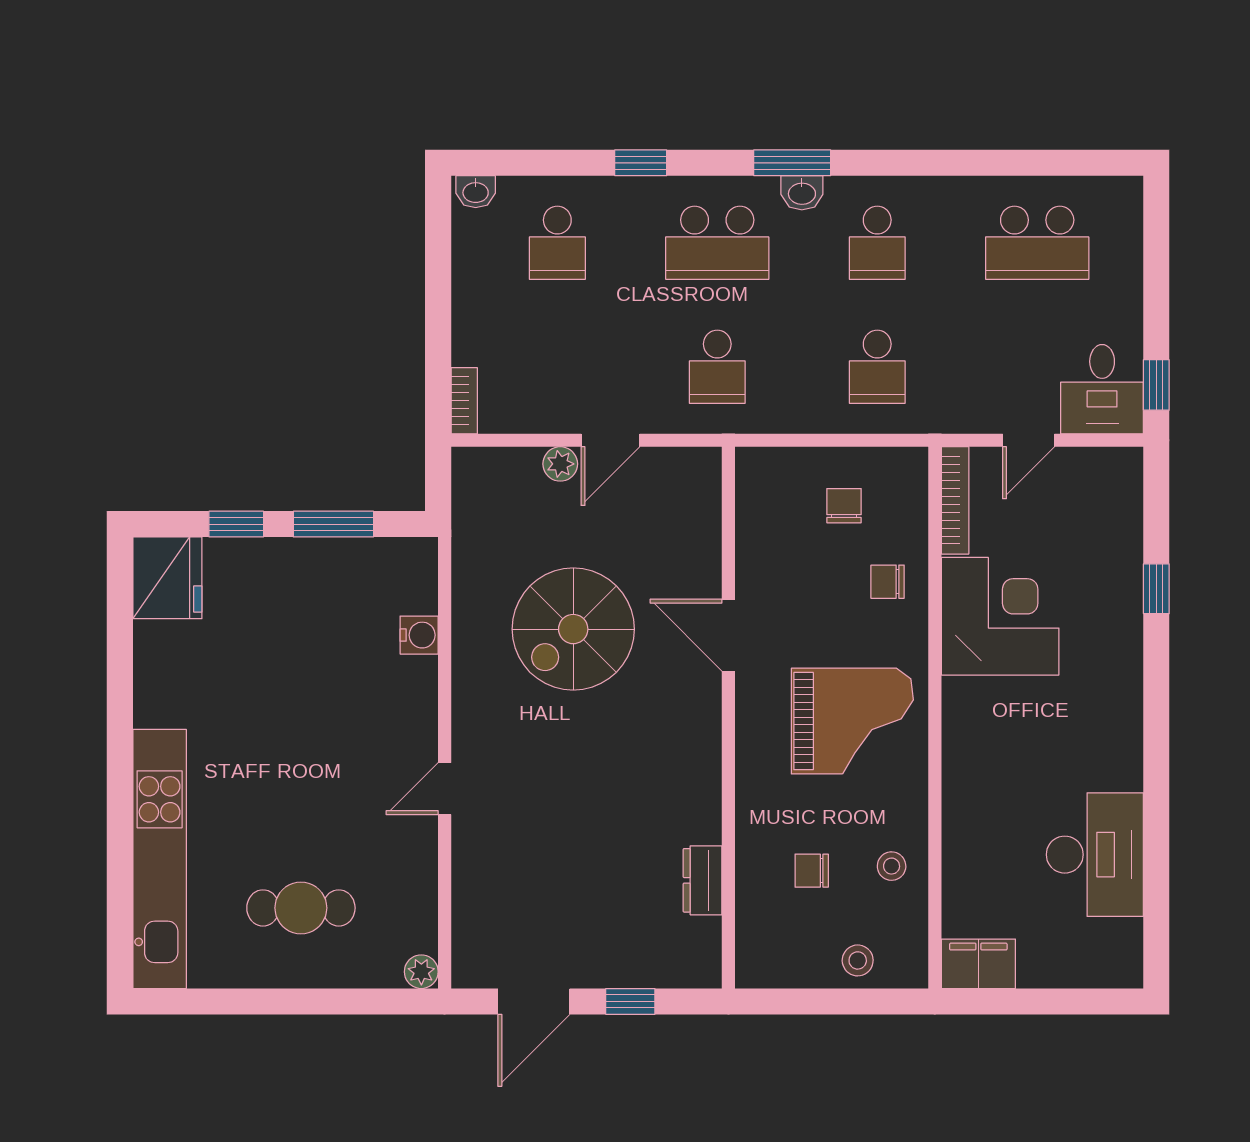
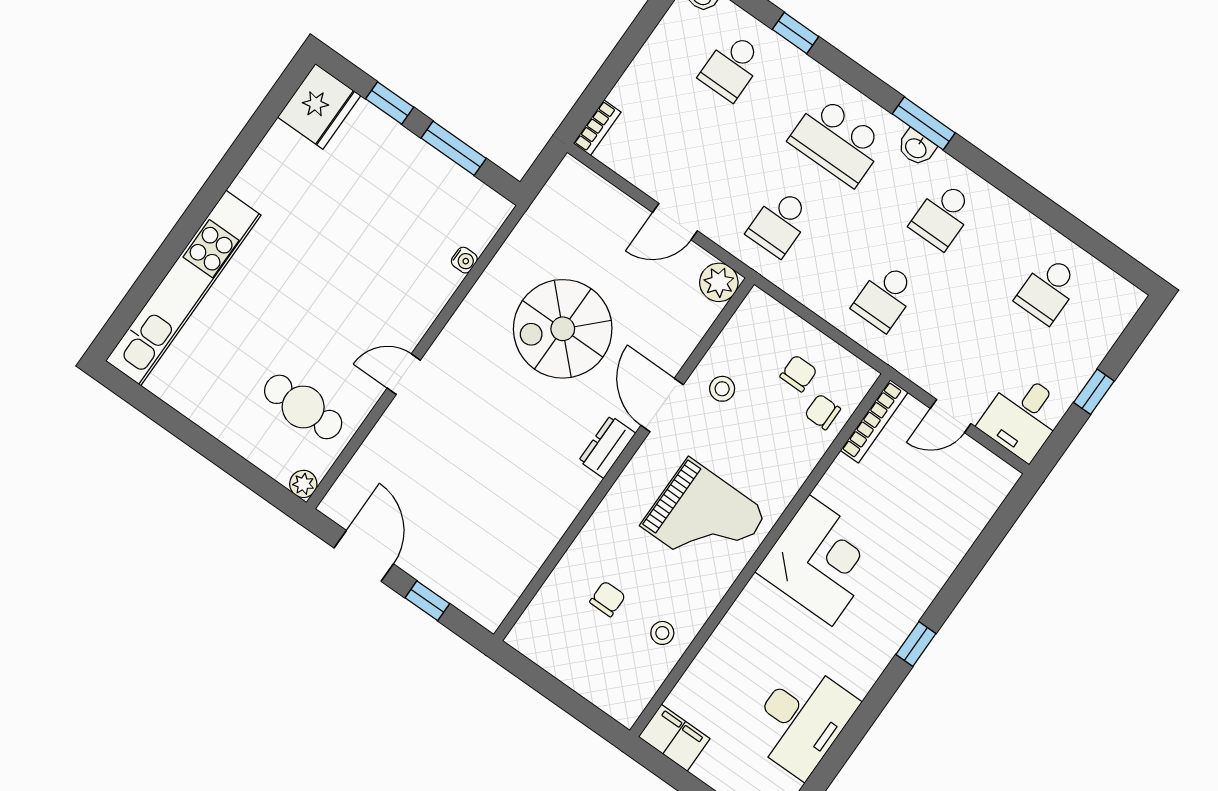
window: (641, 163) -> (796, 33), moved
school desk: (1037, 243) -> (1048, 290), width x0.54
window: (1156, 385) -> (1094, 392), moved
plant: (560, 464) -> (719, 282), moved, width x1.38, depth x1.38
chair: (888, 582) -> (823, 412), moved
window: (1156, 589) -> (916, 644), moved
corner desk: (1000, 616) -> (821, 560), moved
water cooler: (419, 635) -> (464, 260), width x0.72, depth x0.72
chair: (812, 871) -> (608, 599), turned 90
dresser: (703, 880) -> (607, 447), moved
cafe table: (301, 908) -> (303, 407), moved
stool: (858, 960) -> (722, 389), moved
door: (534, 1001) -> (364, 556), swing flipped

